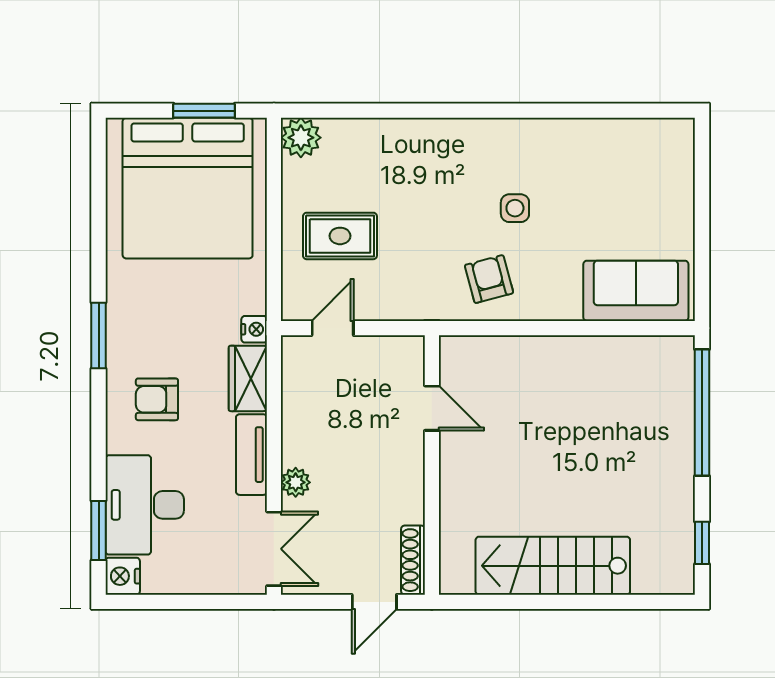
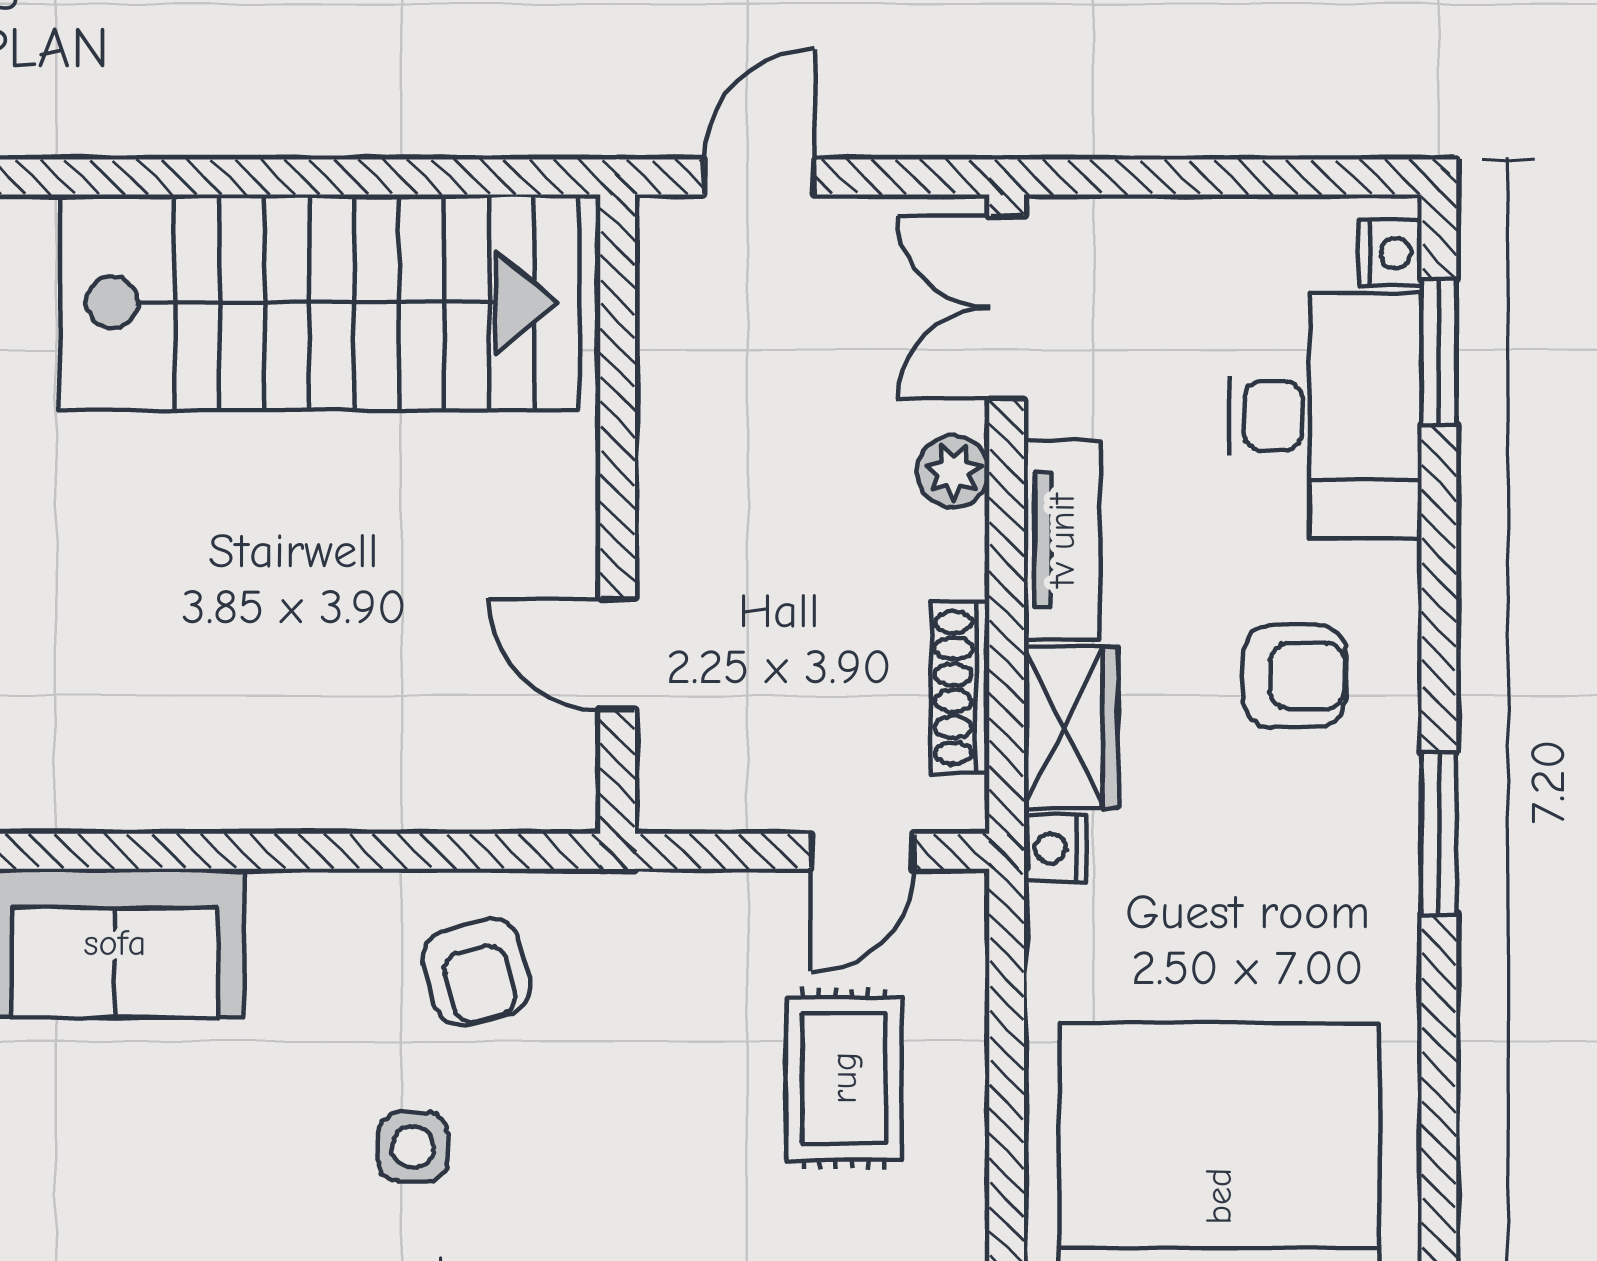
rug: (340, 236) -> (844, 1078), turned 90
shoe rack: (413, 560) -> (960, 688), moved, turned 180
stairs: (553, 566) -> (320, 302), width x1.36, depth x1.51
nightstand: (123, 576) -> (1390, 253), width x0.72, depth x0.74

